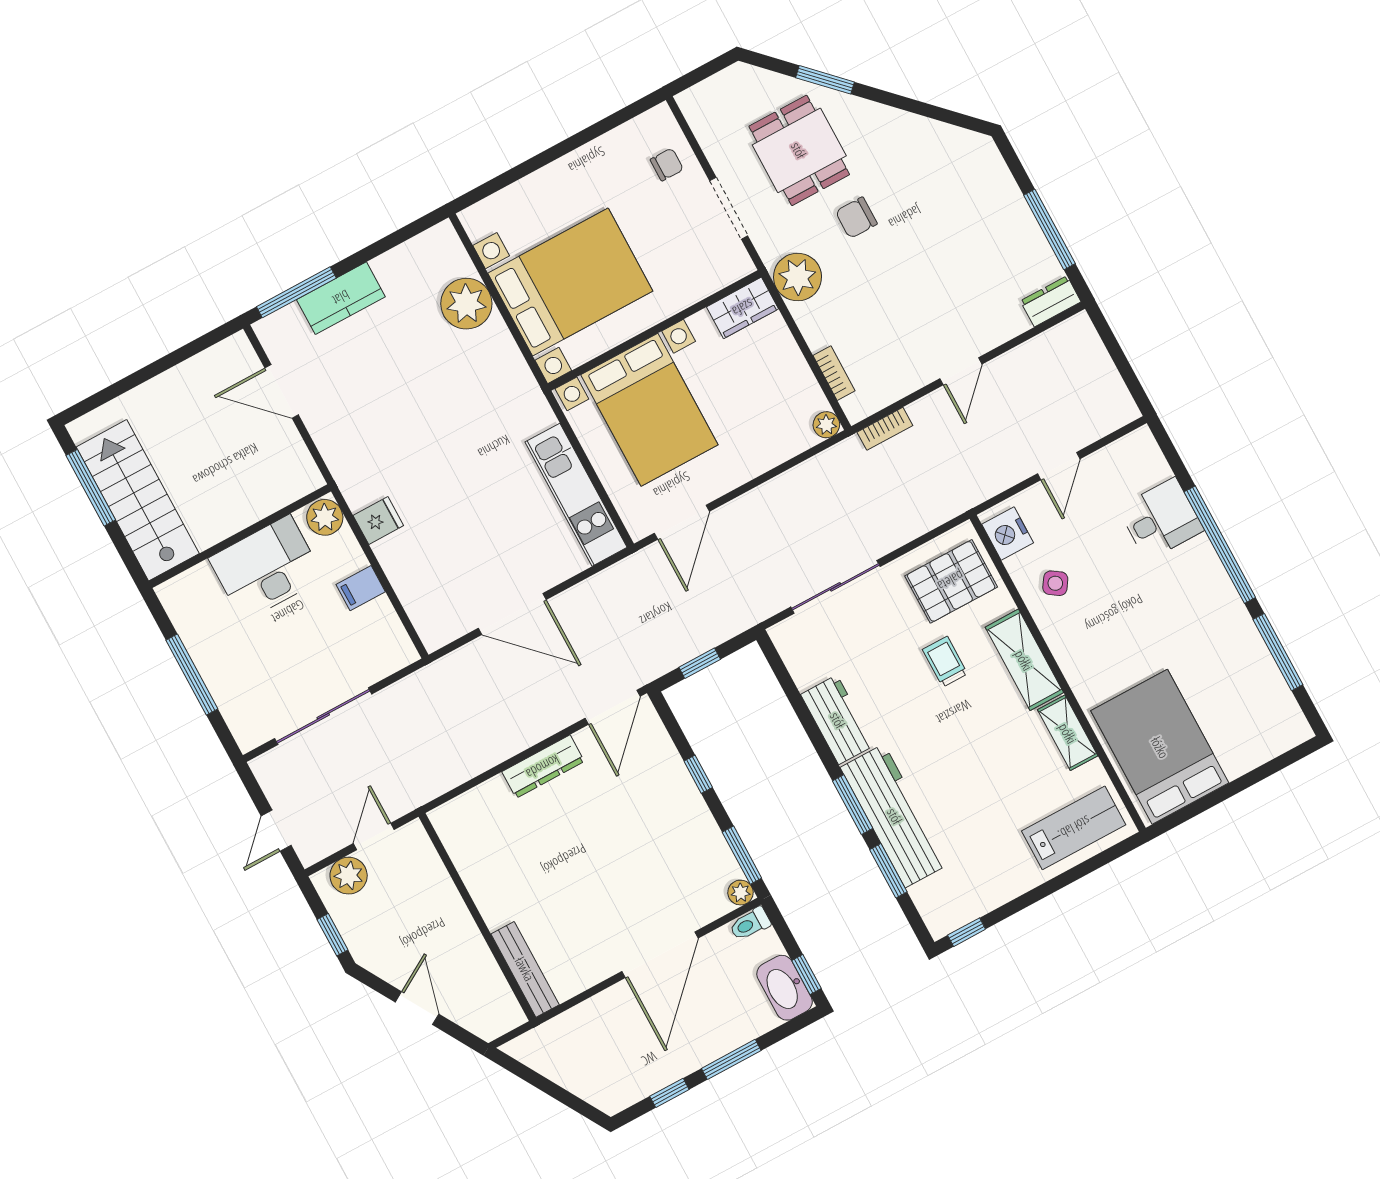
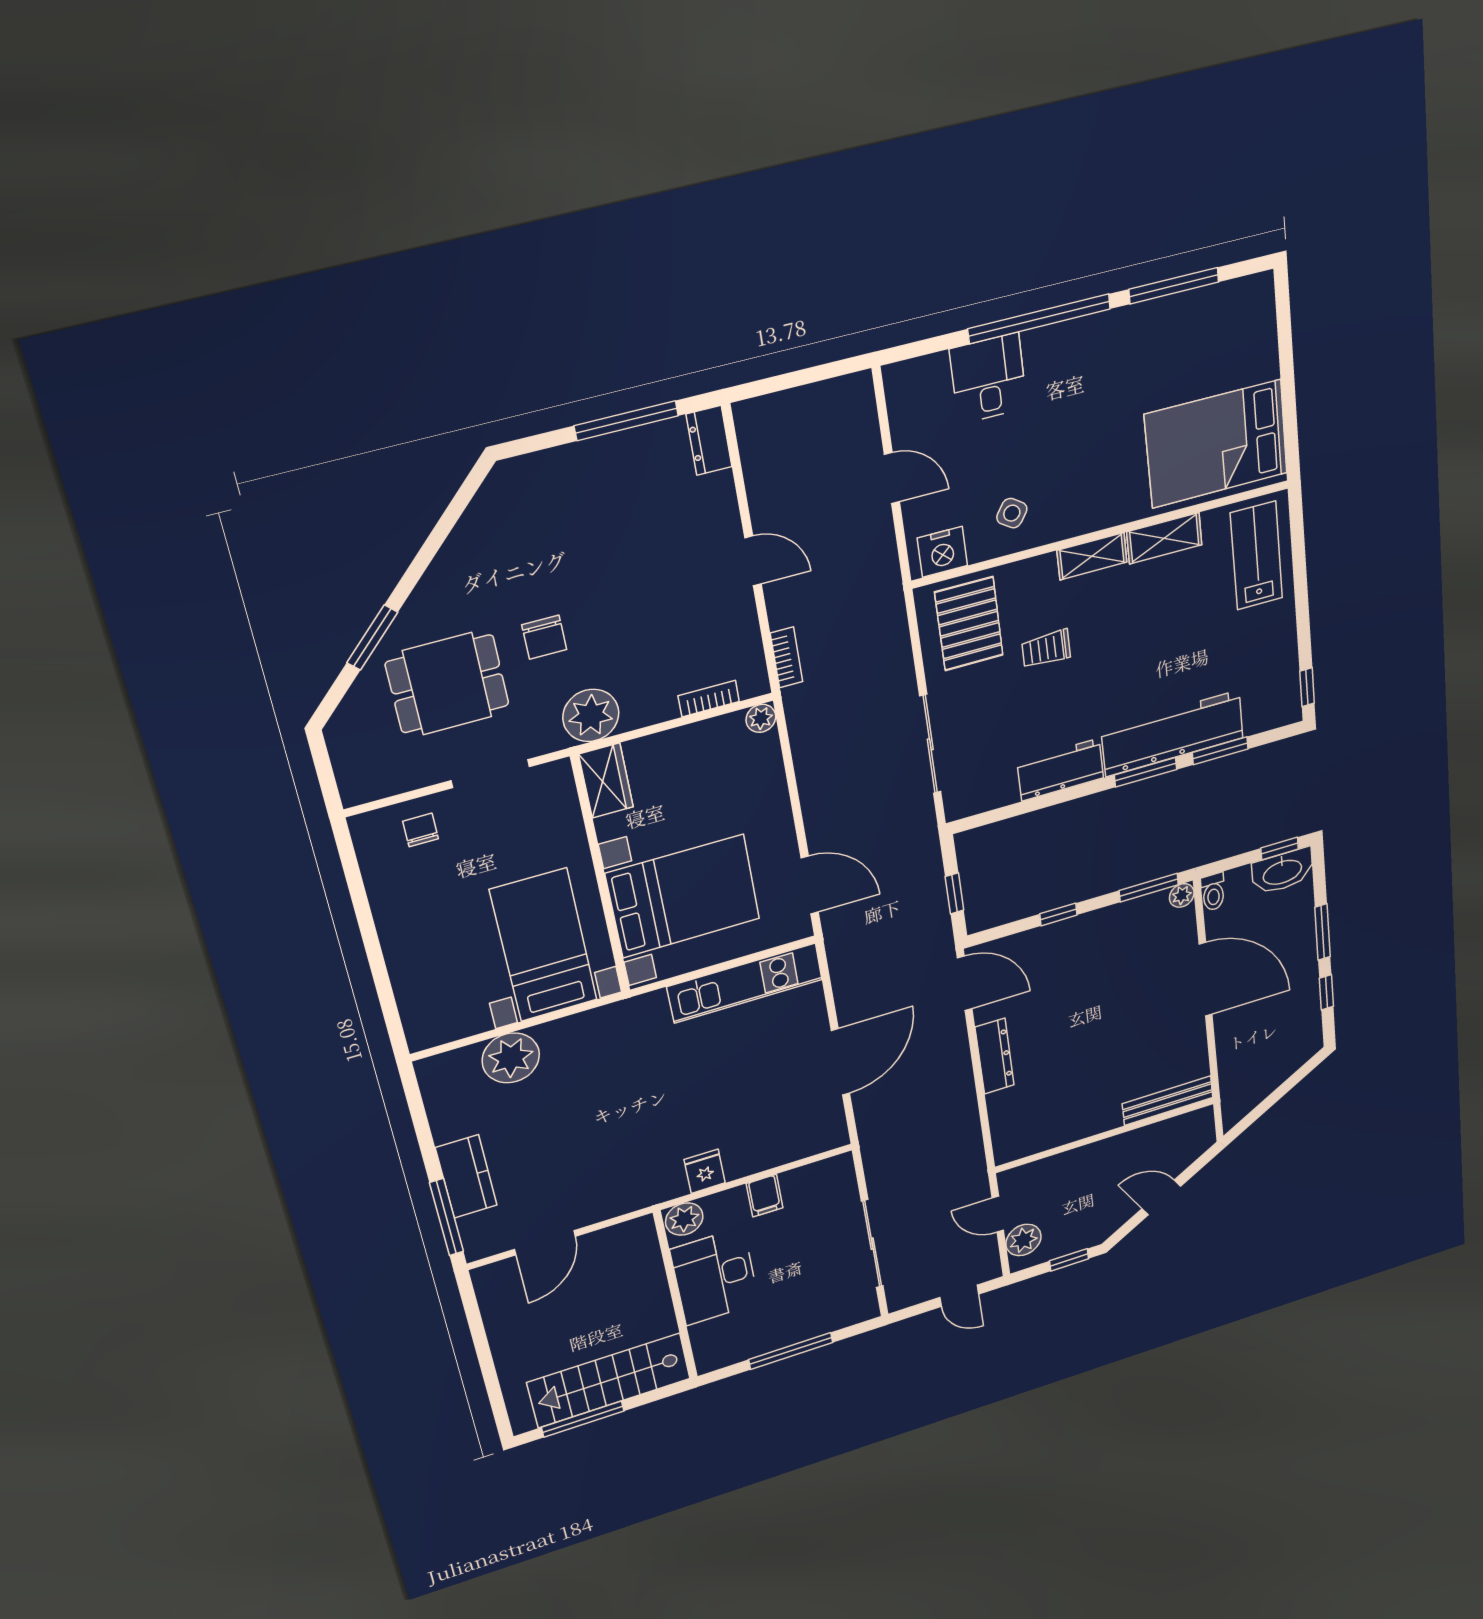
bed with nightstands: (570, 282) -> (544, 945), width x0.73
shelving: (1024, 660) -> (1092, 556), width x0.67, depth x0.75

